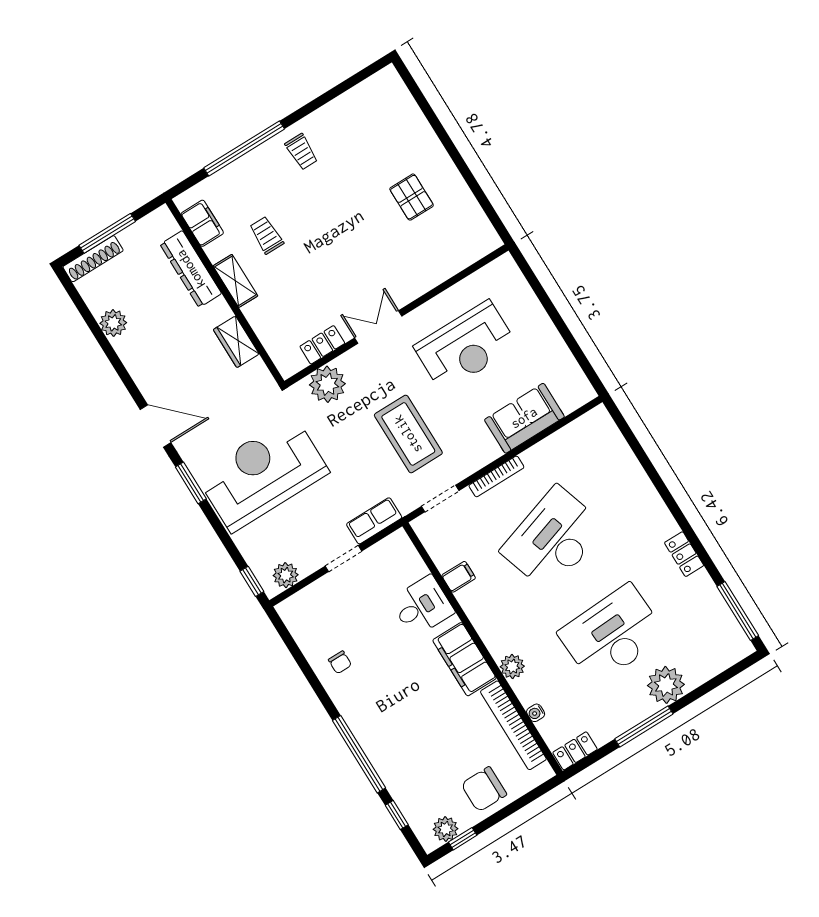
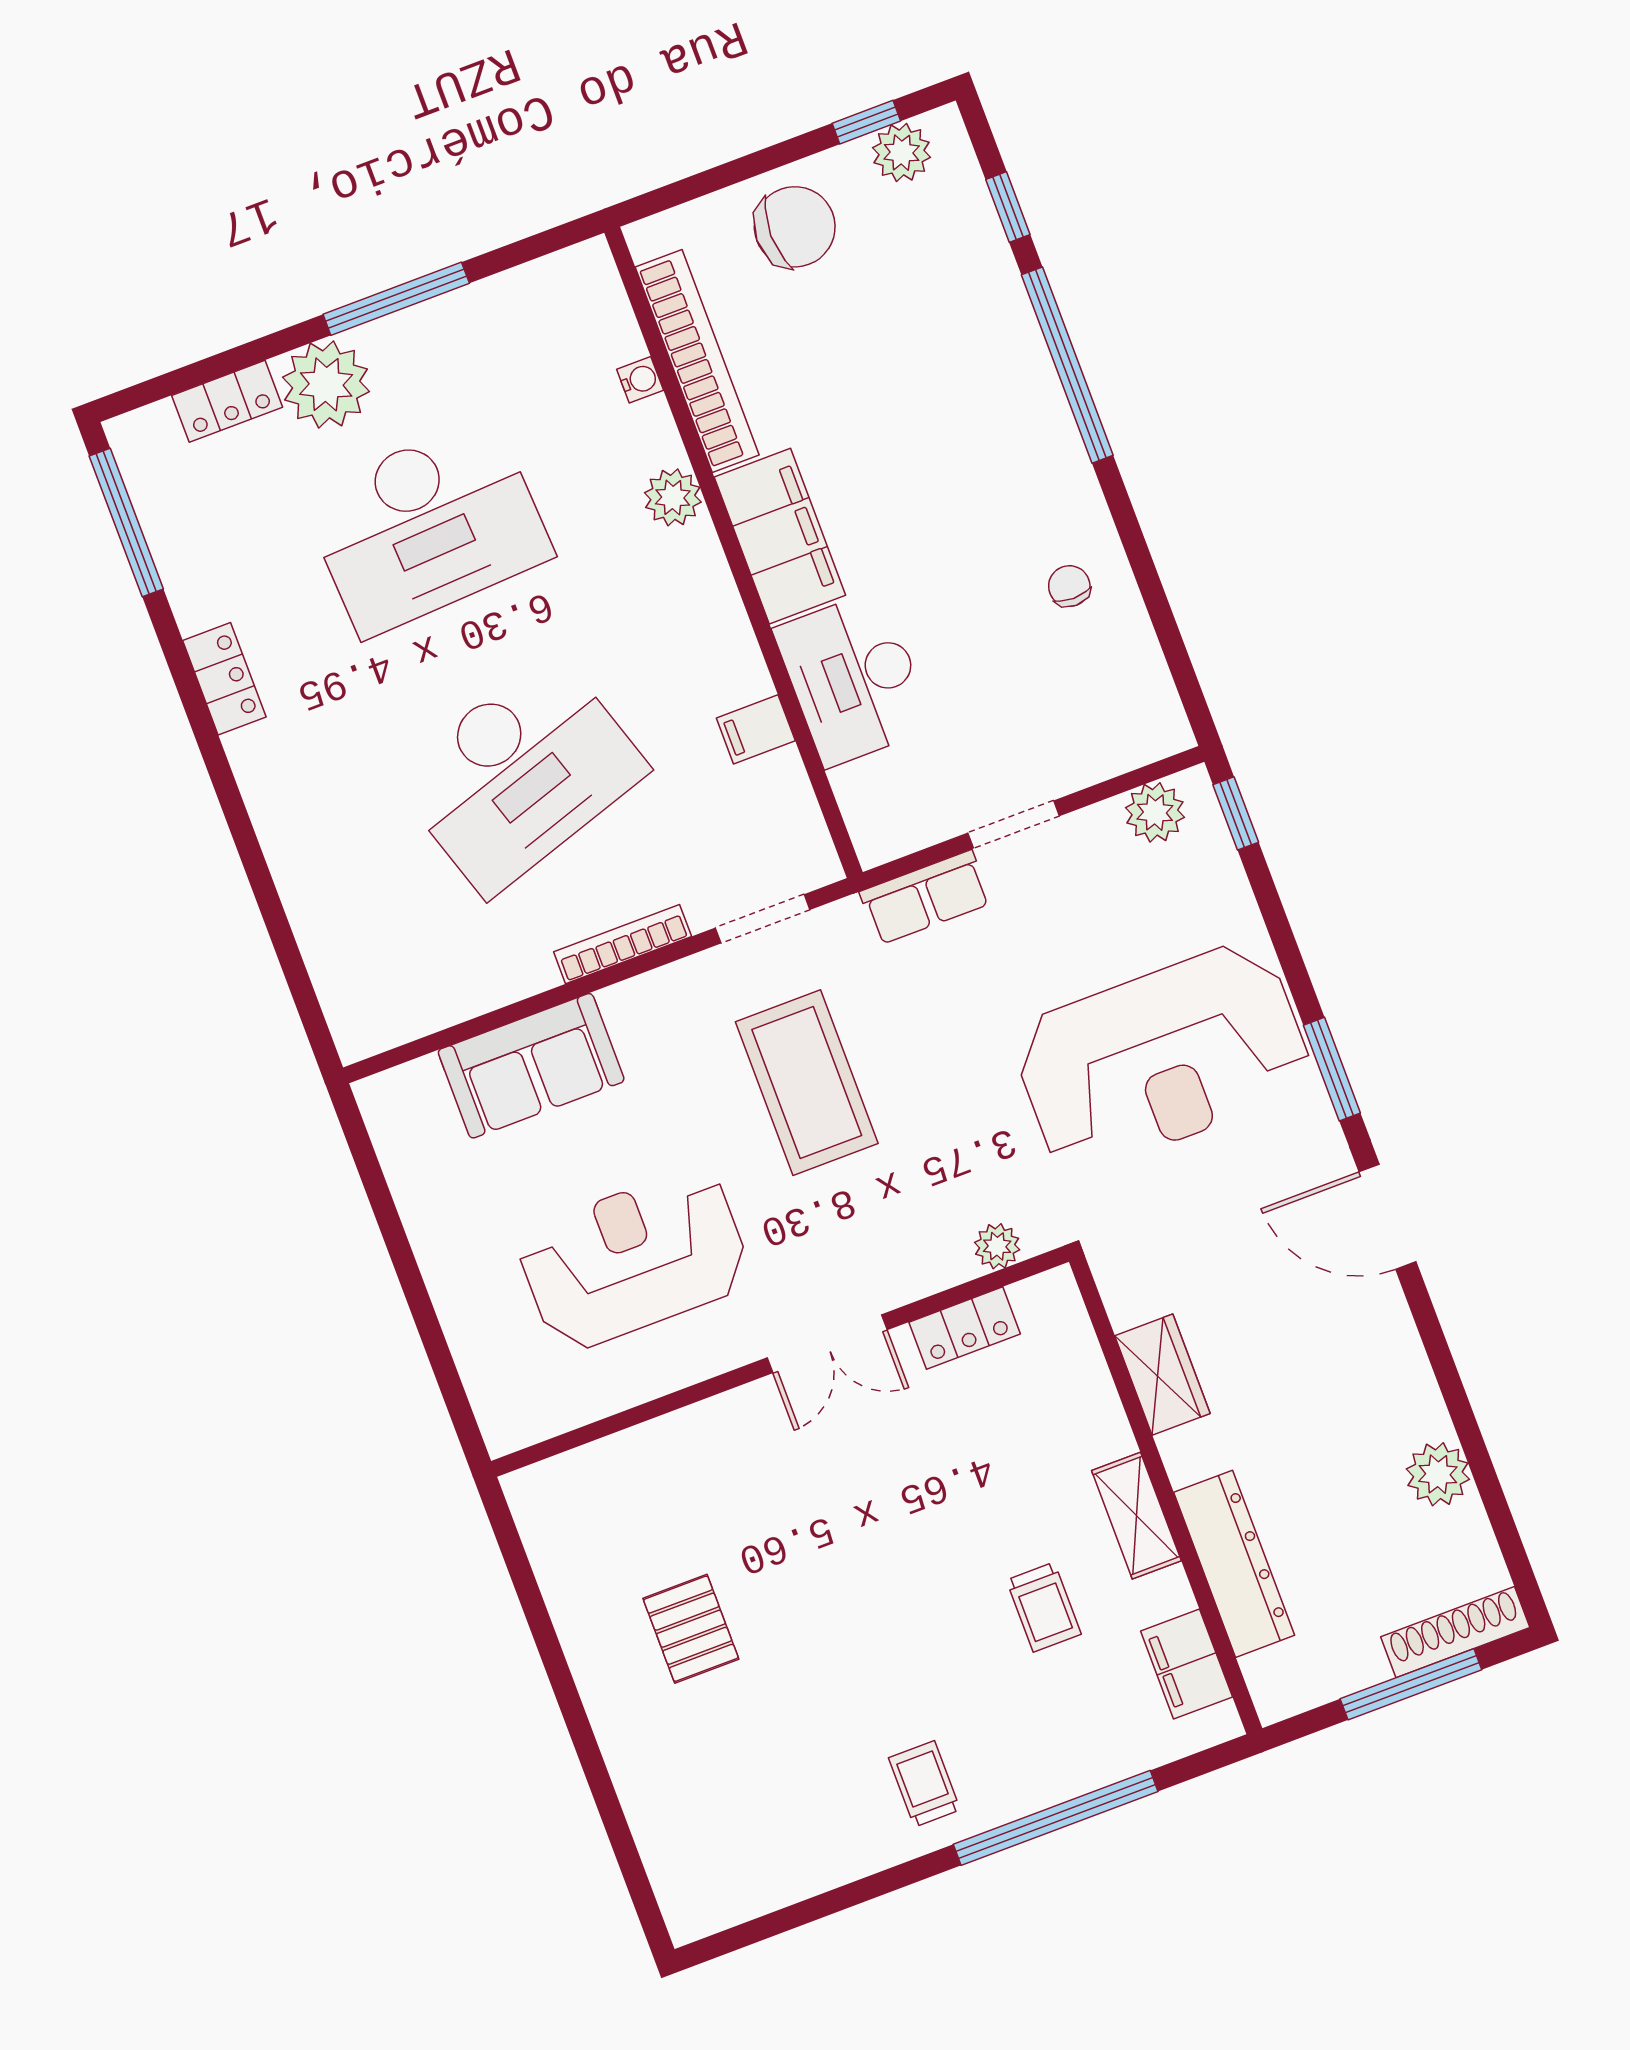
plant: (327, 384) -> (997, 1246), width x0.53, depth x0.53
desk: (422, 606) -> (853, 678), width x1.37
locker: (575, 751) -> (227, 401), moved

